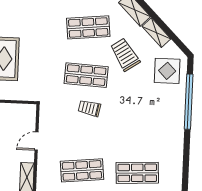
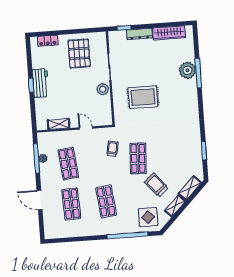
shop shelf: (88, 27) -> (106, 201), moved
trolley: (125, 55) -> (156, 185), turned -96
trolley: (89, 108) -> (112, 149), moved

